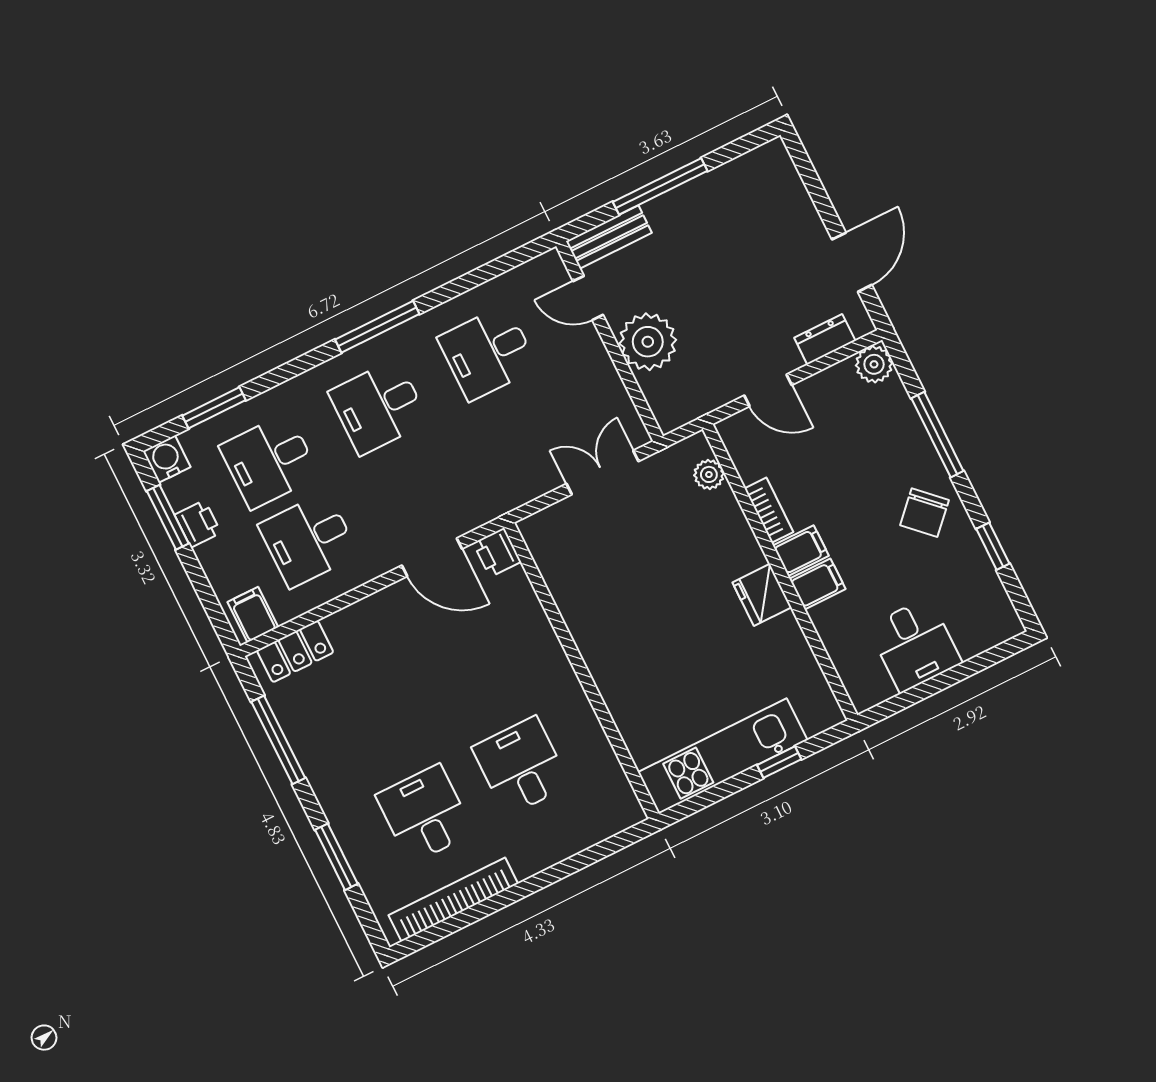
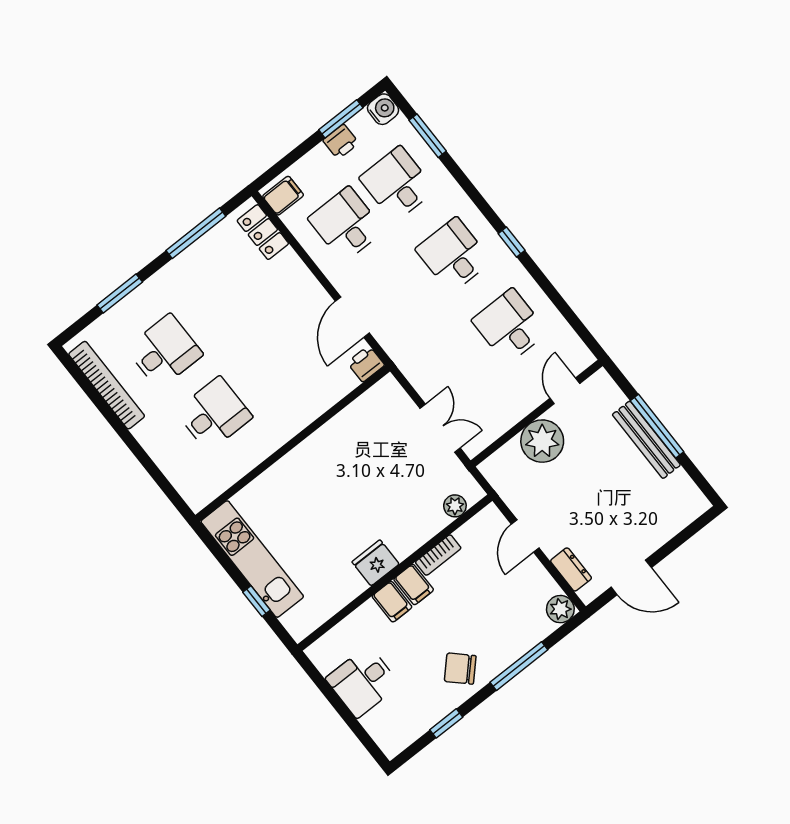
bench: (609, 237) -> (646, 440), moved, width x1.36
window: (377, 327) -> (512, 242), width x0.46

